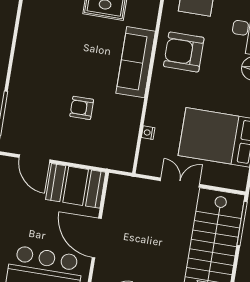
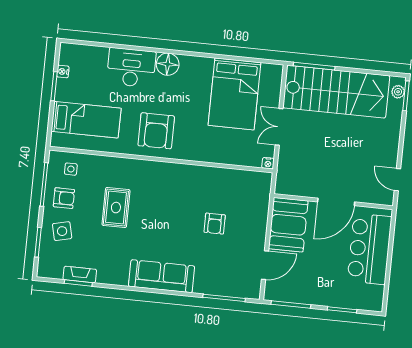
sofa: (136, 62) -> (162, 276), moved, turned 180
nightstand: (148, 133) -> (268, 163), moved

